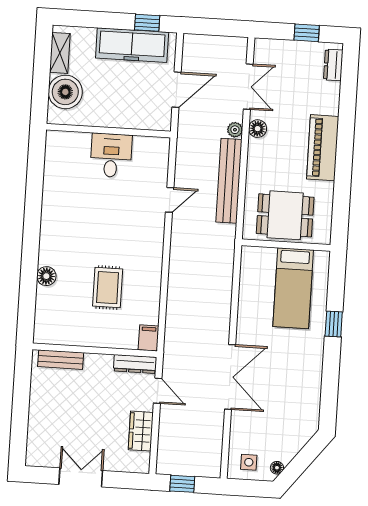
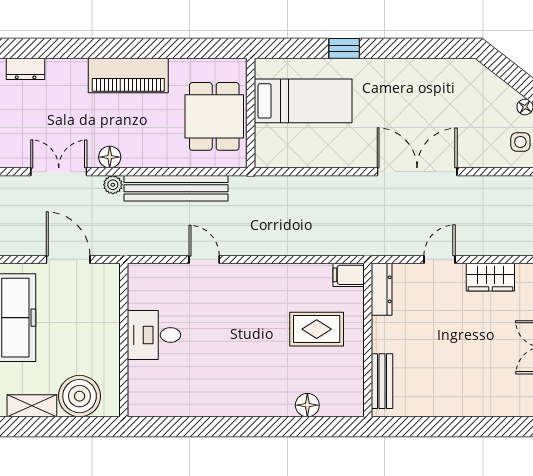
filing cabinet: (148, 338) -> (349, 275), moved
wall: (95, 350) -> (368, 340), moved
bench: (61, 360) -> (382, 381), moved
dresser: (135, 364) -> (382, 289), moved

